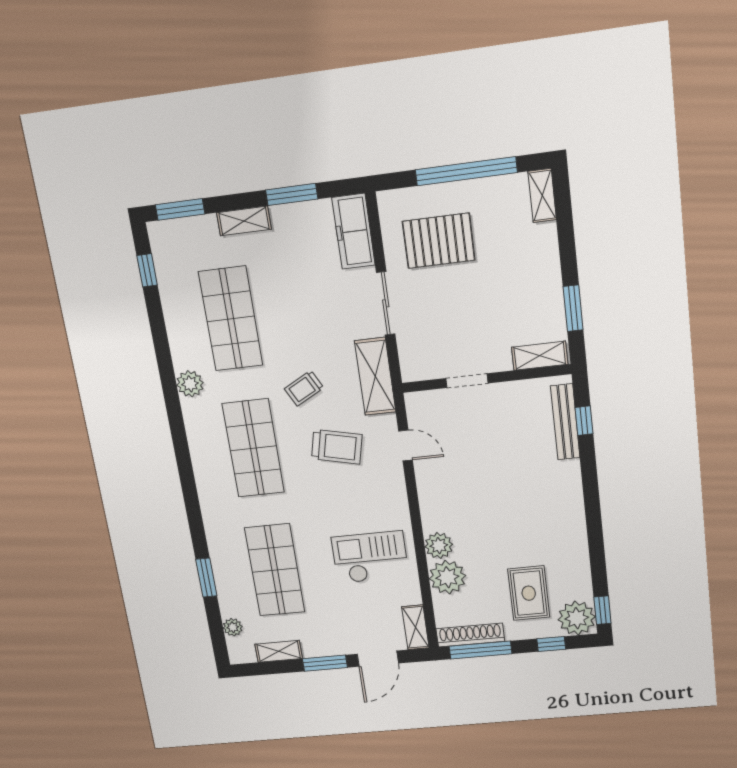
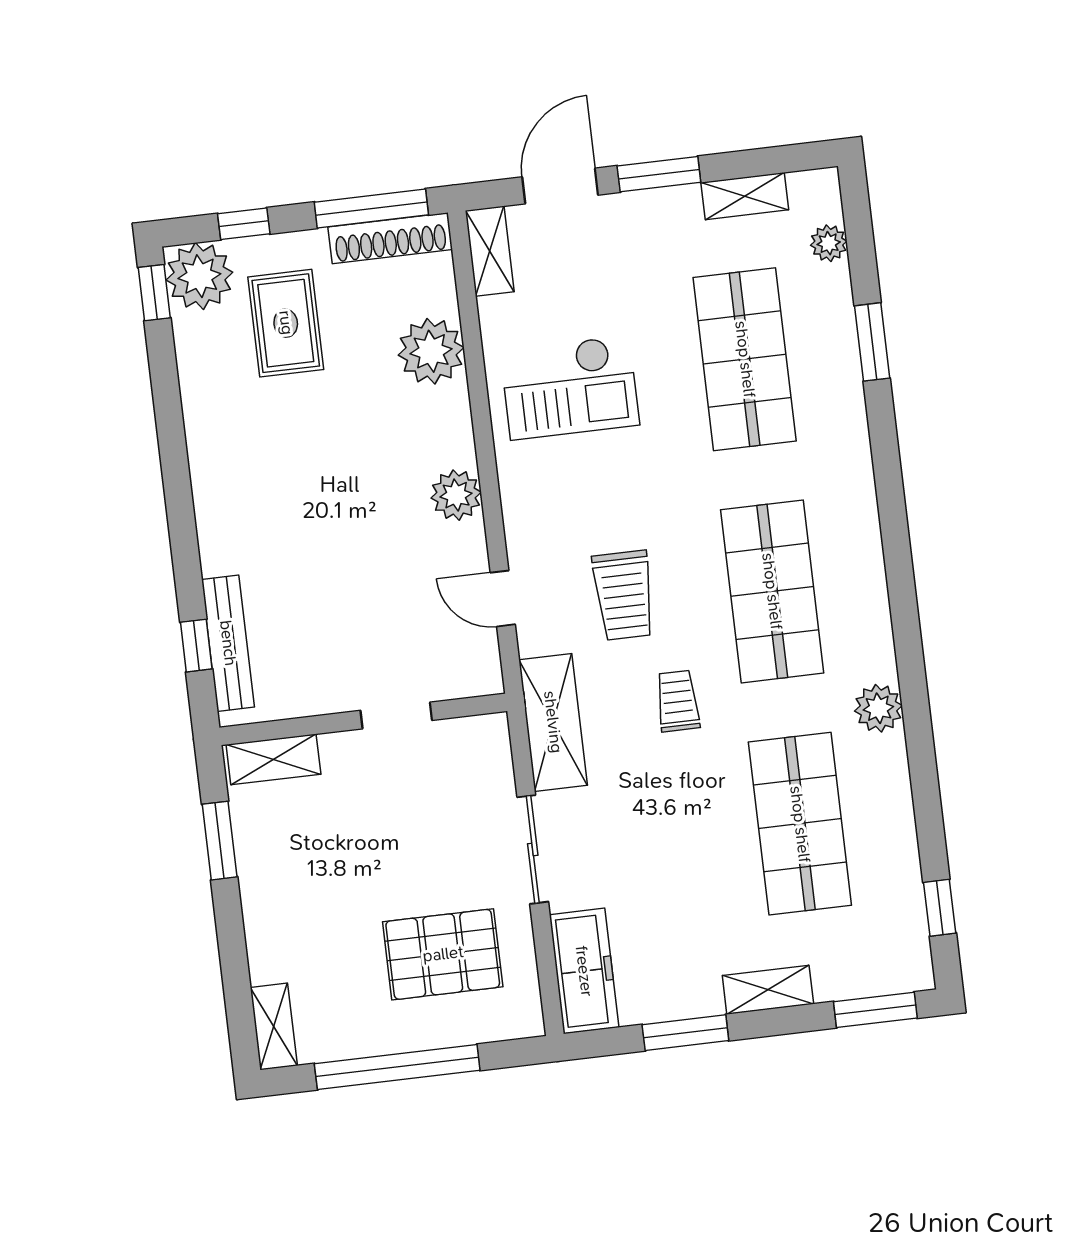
trolley: (304, 388) -> (678, 701), turned -62
trolley: (337, 447) -> (624, 595), turned -103
plant: (439, 546) -> (456, 495), moved

